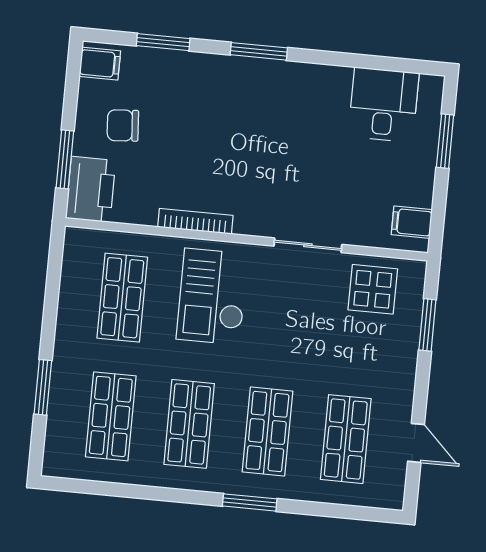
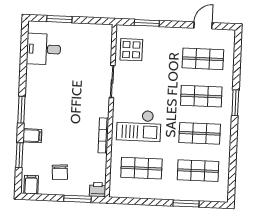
printer: (91, 189) -> (98, 190), width x0.53, depth x0.68
filing cabinet: (412, 222) -> (32, 136), moved, turned -90

